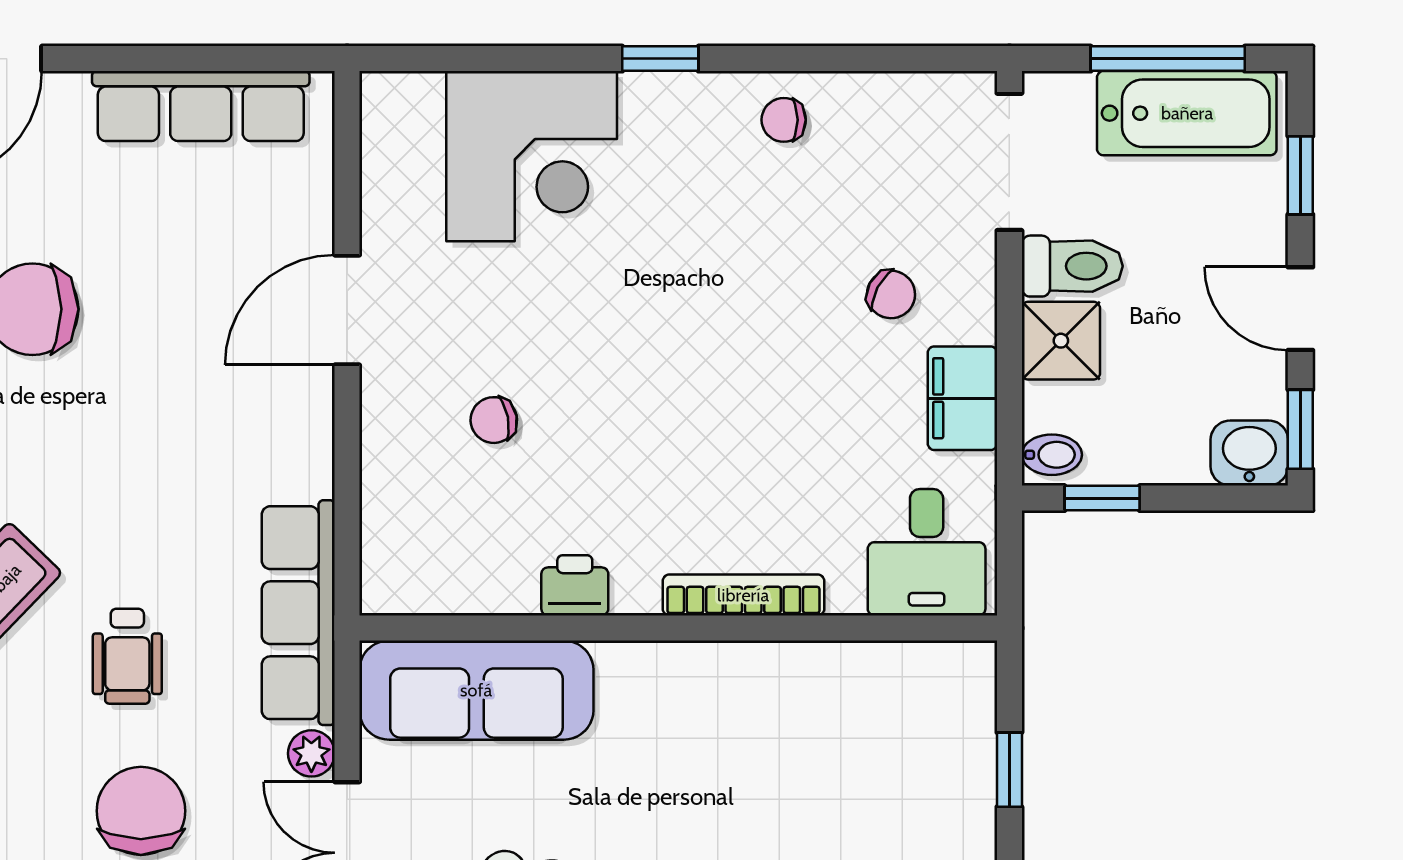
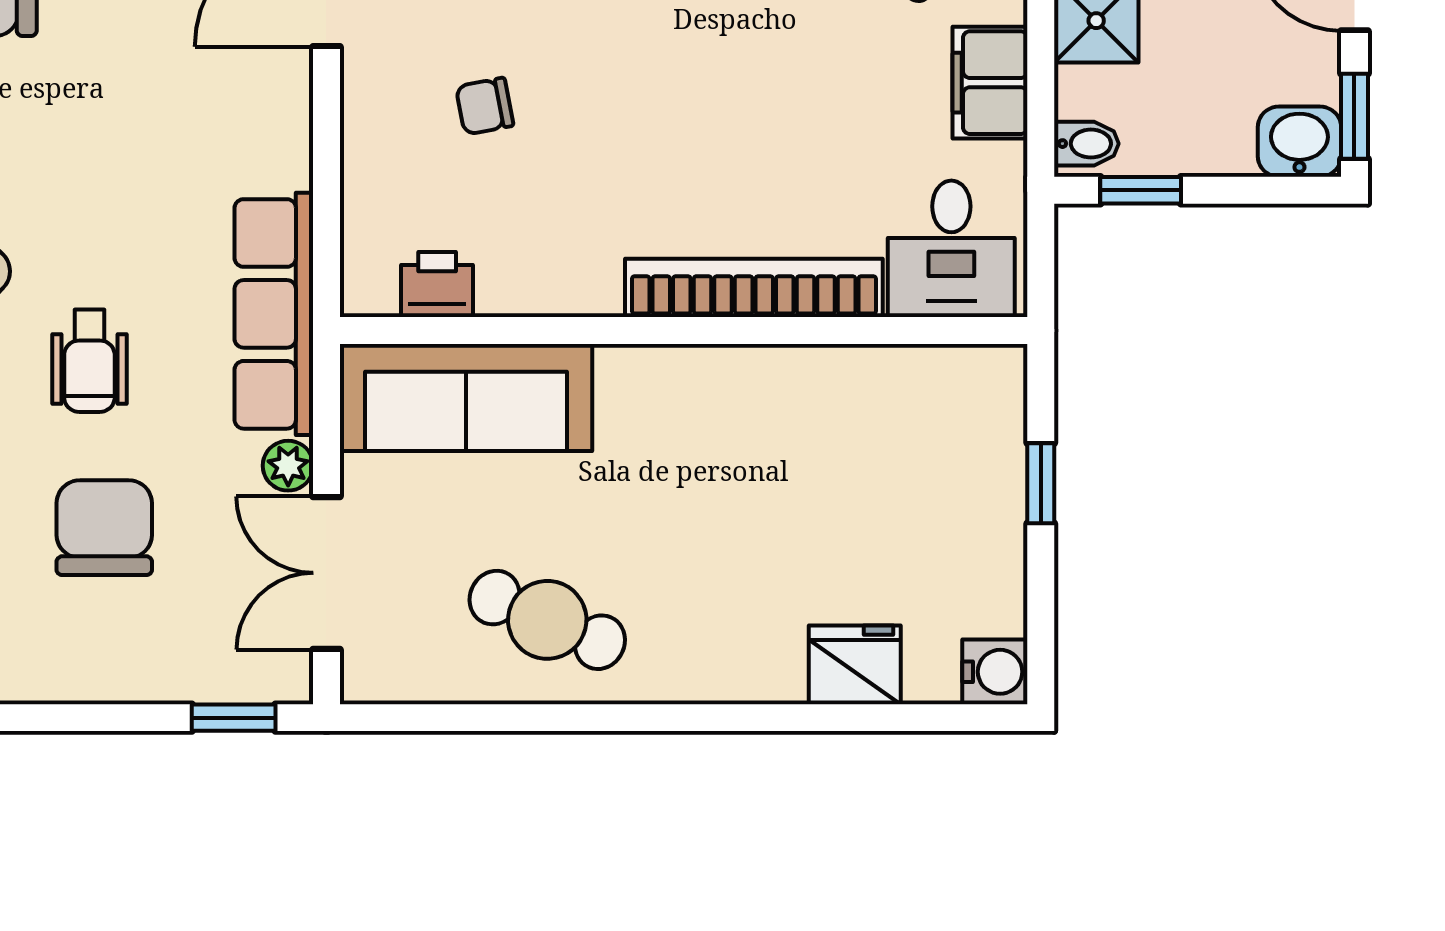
printer: (575, 585) -> (437, 284), moved
bookcase: (743, 595) -> (754, 288), width x1.48, depth x1.31

